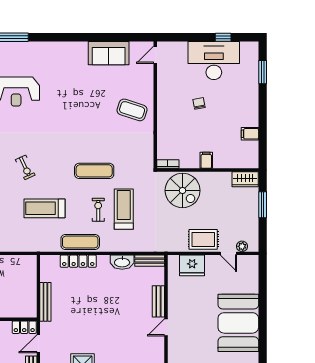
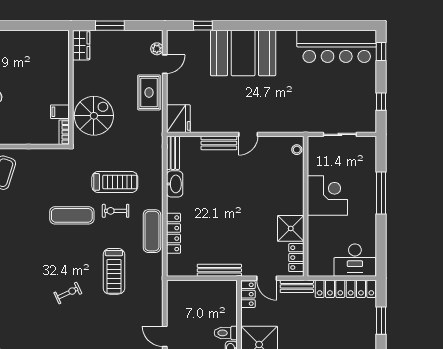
filing cabinet: (250, 134) -> (30, 40), removed
filing cabinet: (206, 160) -> (60, 112), moved
exercise mat: (94, 171) -> (72, 215), turned 90
treadmill: (124, 209) -> (115, 182), turned 180
fridge: (192, 265) -> (178, 119), moved
window: (263, 287) -> (203, 26), added
door: (166, 327) -> (248, 134), hinge flipped

